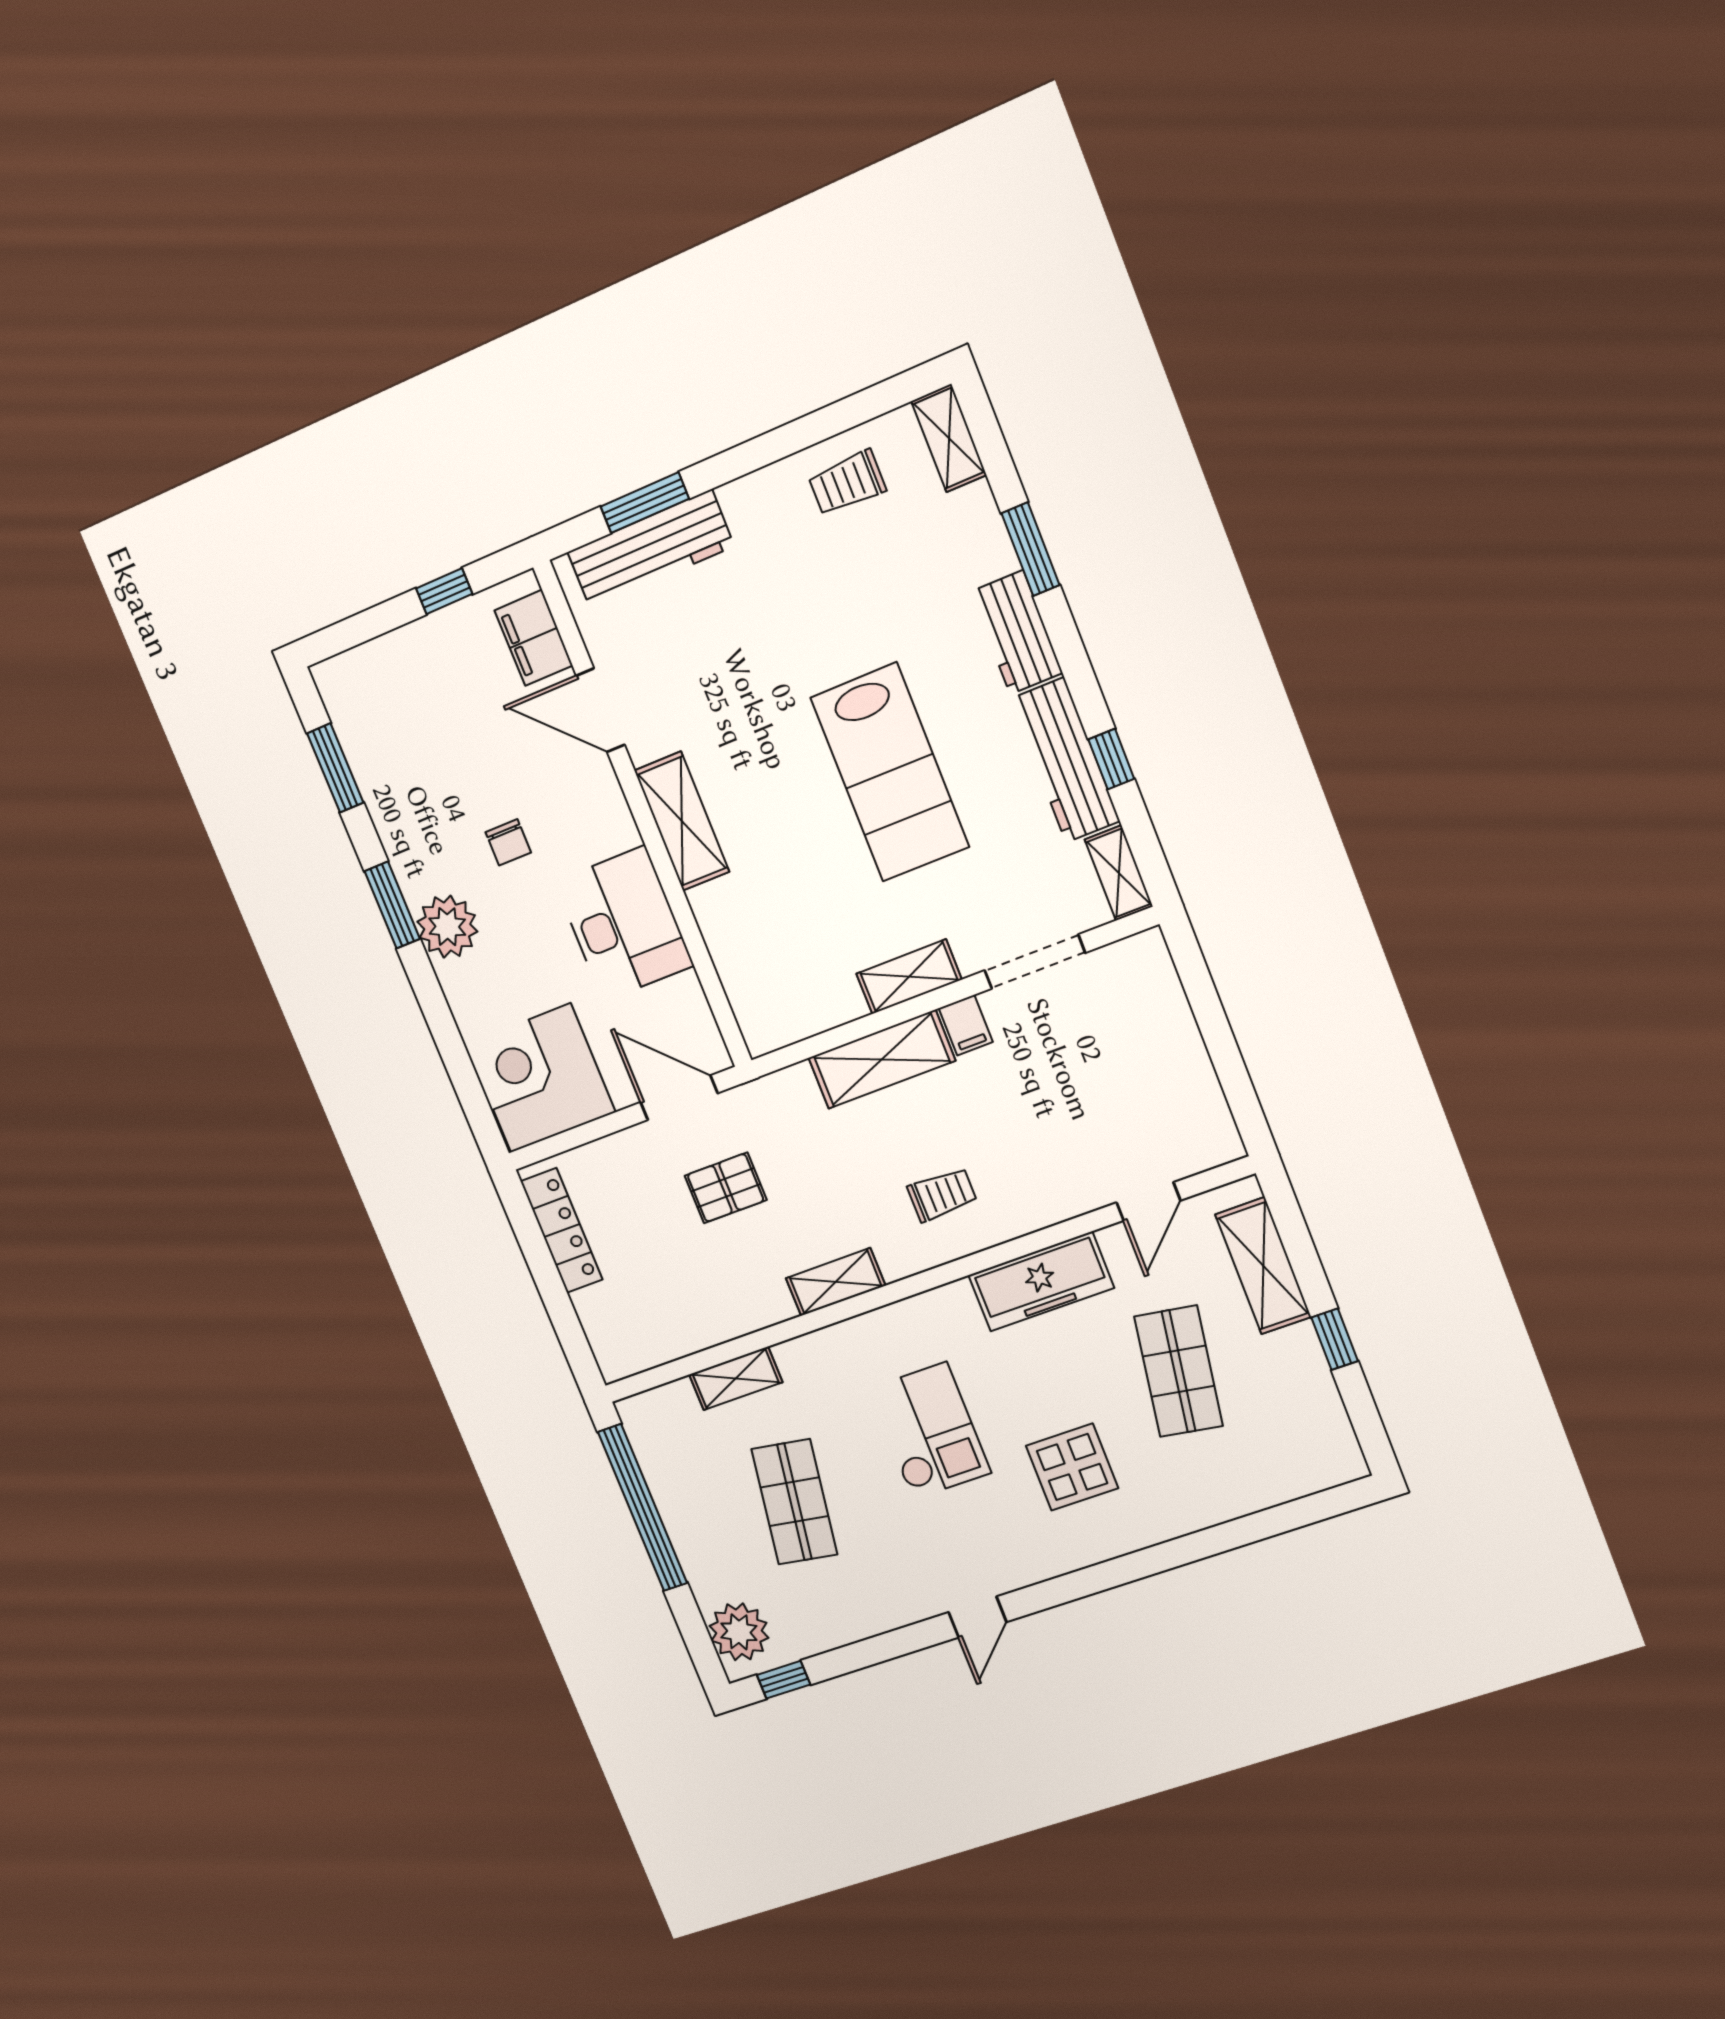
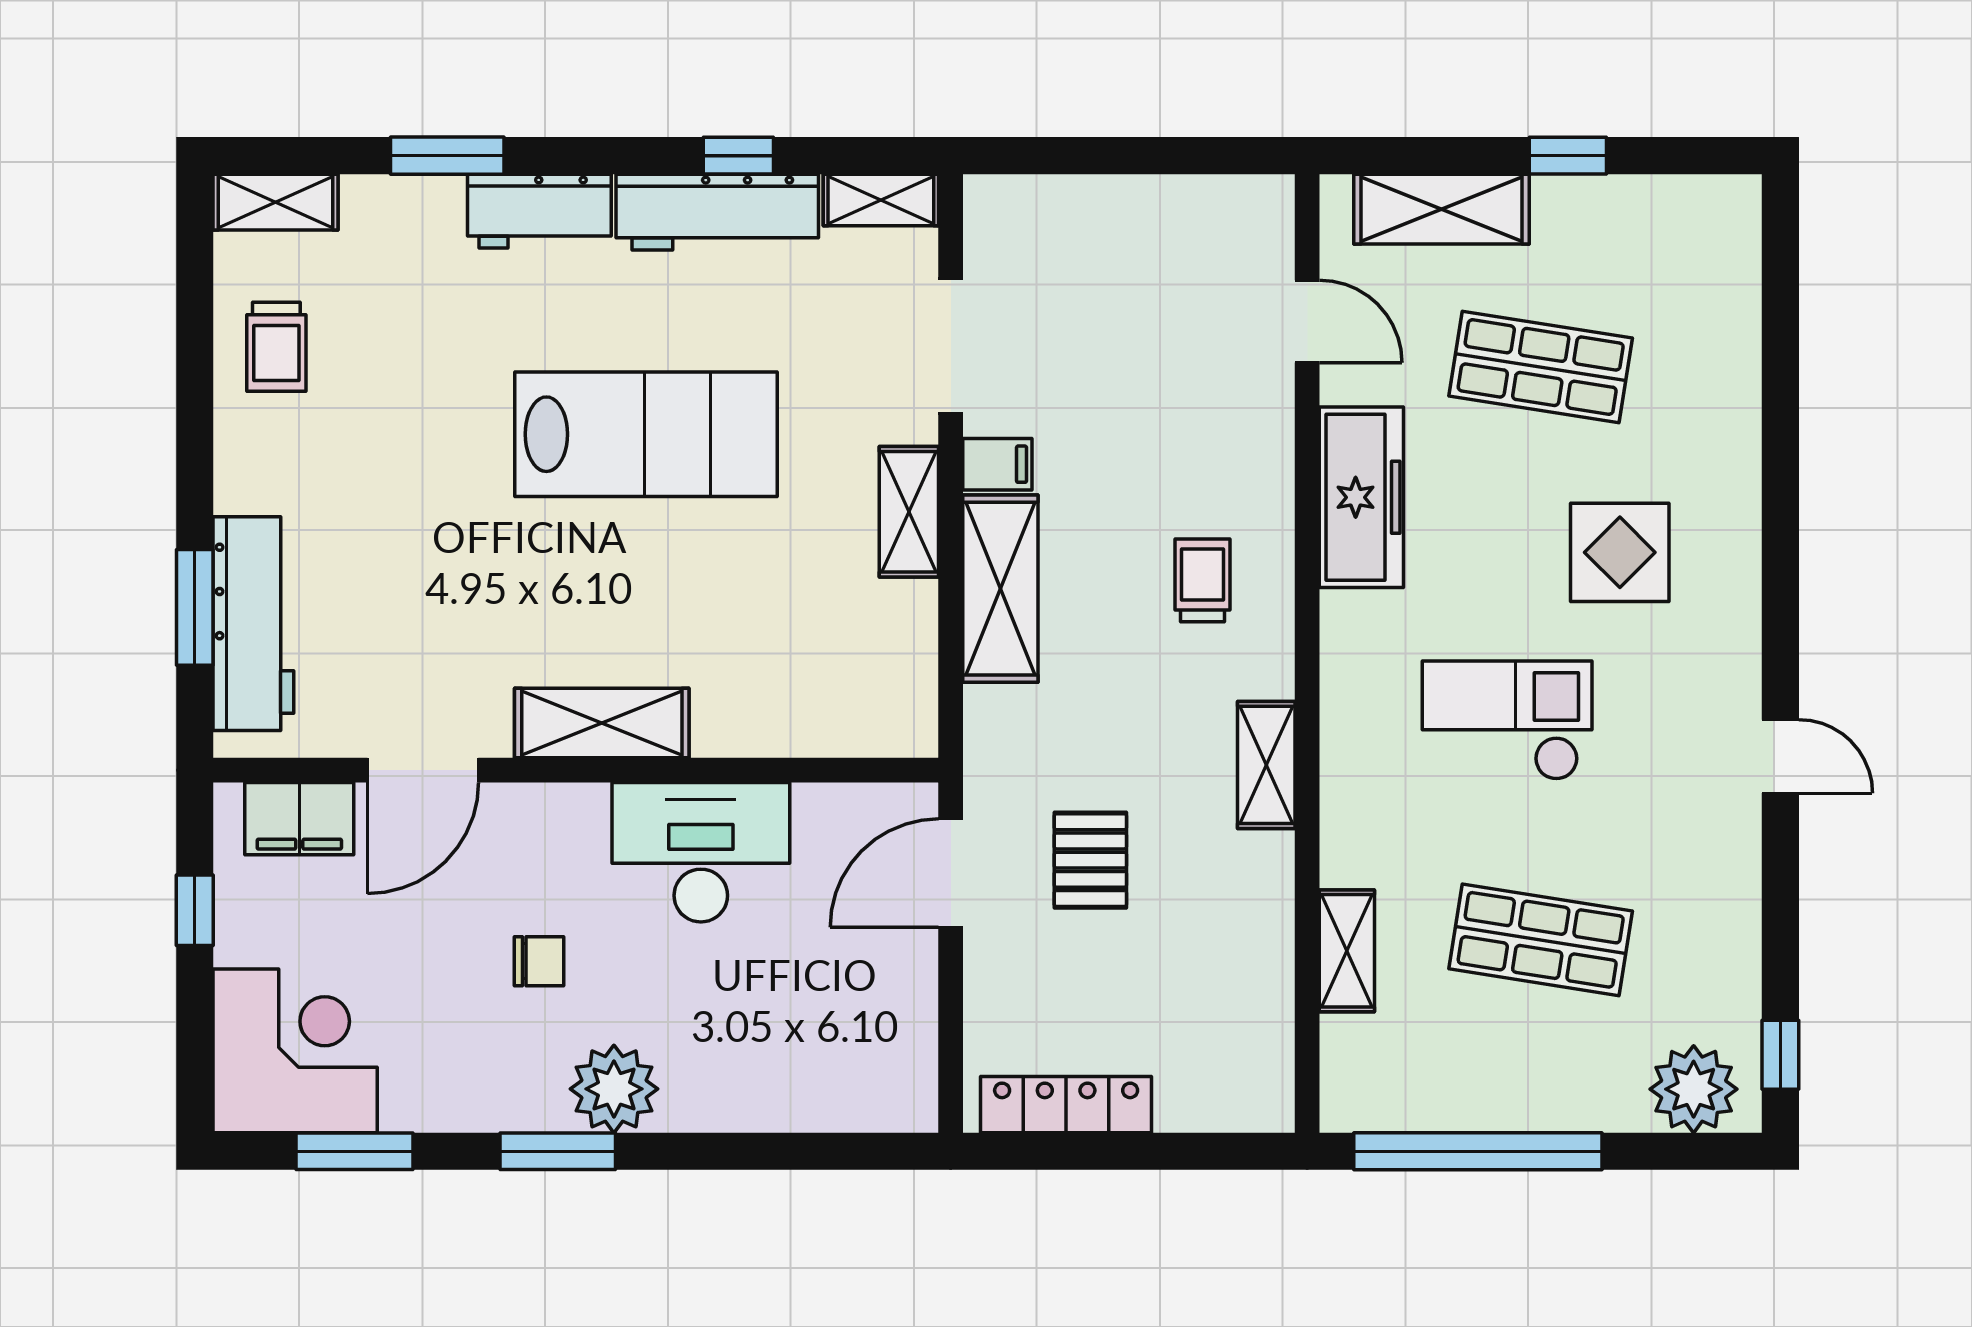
corner desk: (541, 1078) -> (295, 1051), moved, turned 180

